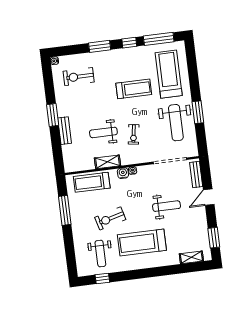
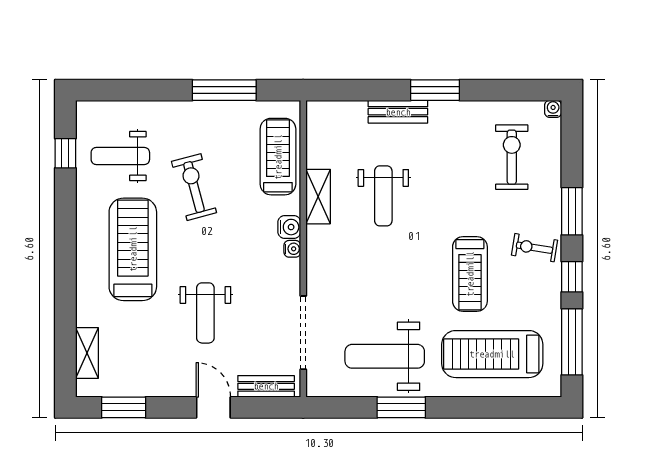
treadmill: (169, 74) -> (492, 354), turned 180
weight bench: (103, 132) -> (383, 196), turned 180
exercise bike: (134, 134) -> (534, 248), moved

